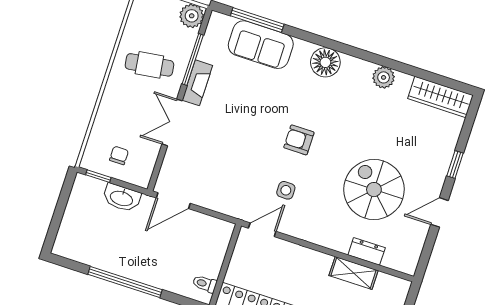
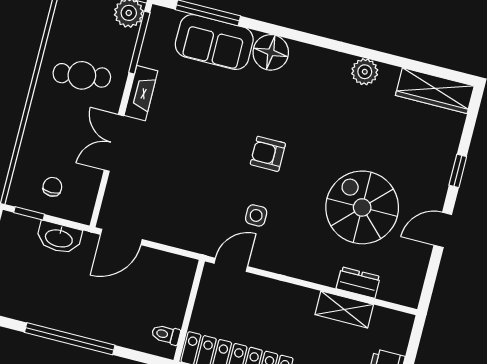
window: (193, 60) -> (139, 43), moved
floor lamp: (325, 62) -> (271, 52), moved

